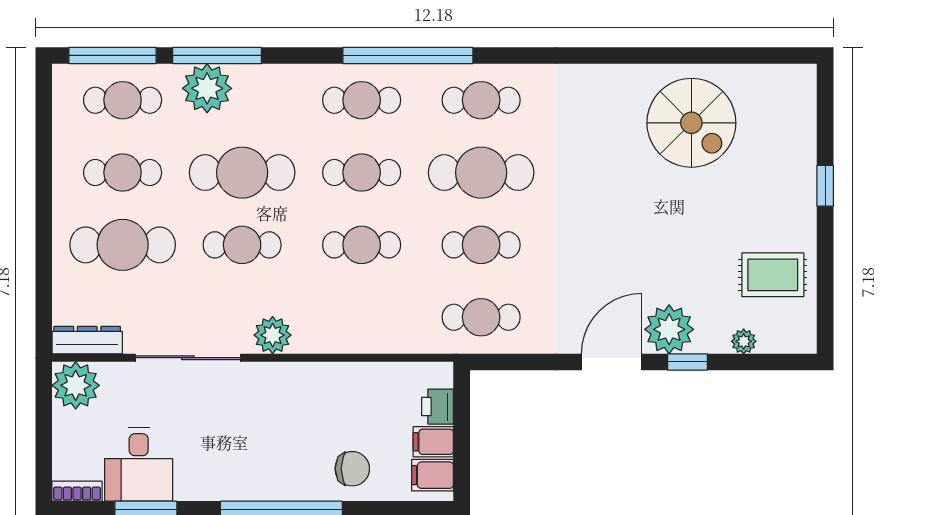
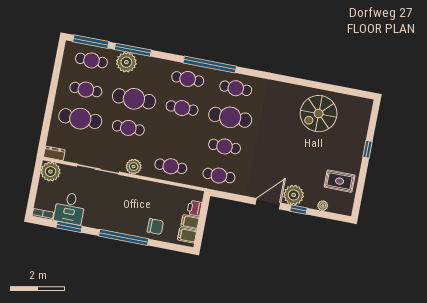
spiral stairs: (691, 123) -> (319, 114), turned 90
cafe table: (362, 245) -> (171, 166), moved
dresser: (87, 340) -> (54, 153), width x0.70

